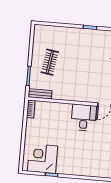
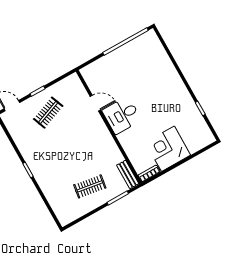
corner desk: (43, 159) -> (168, 149), moved, turned 90

